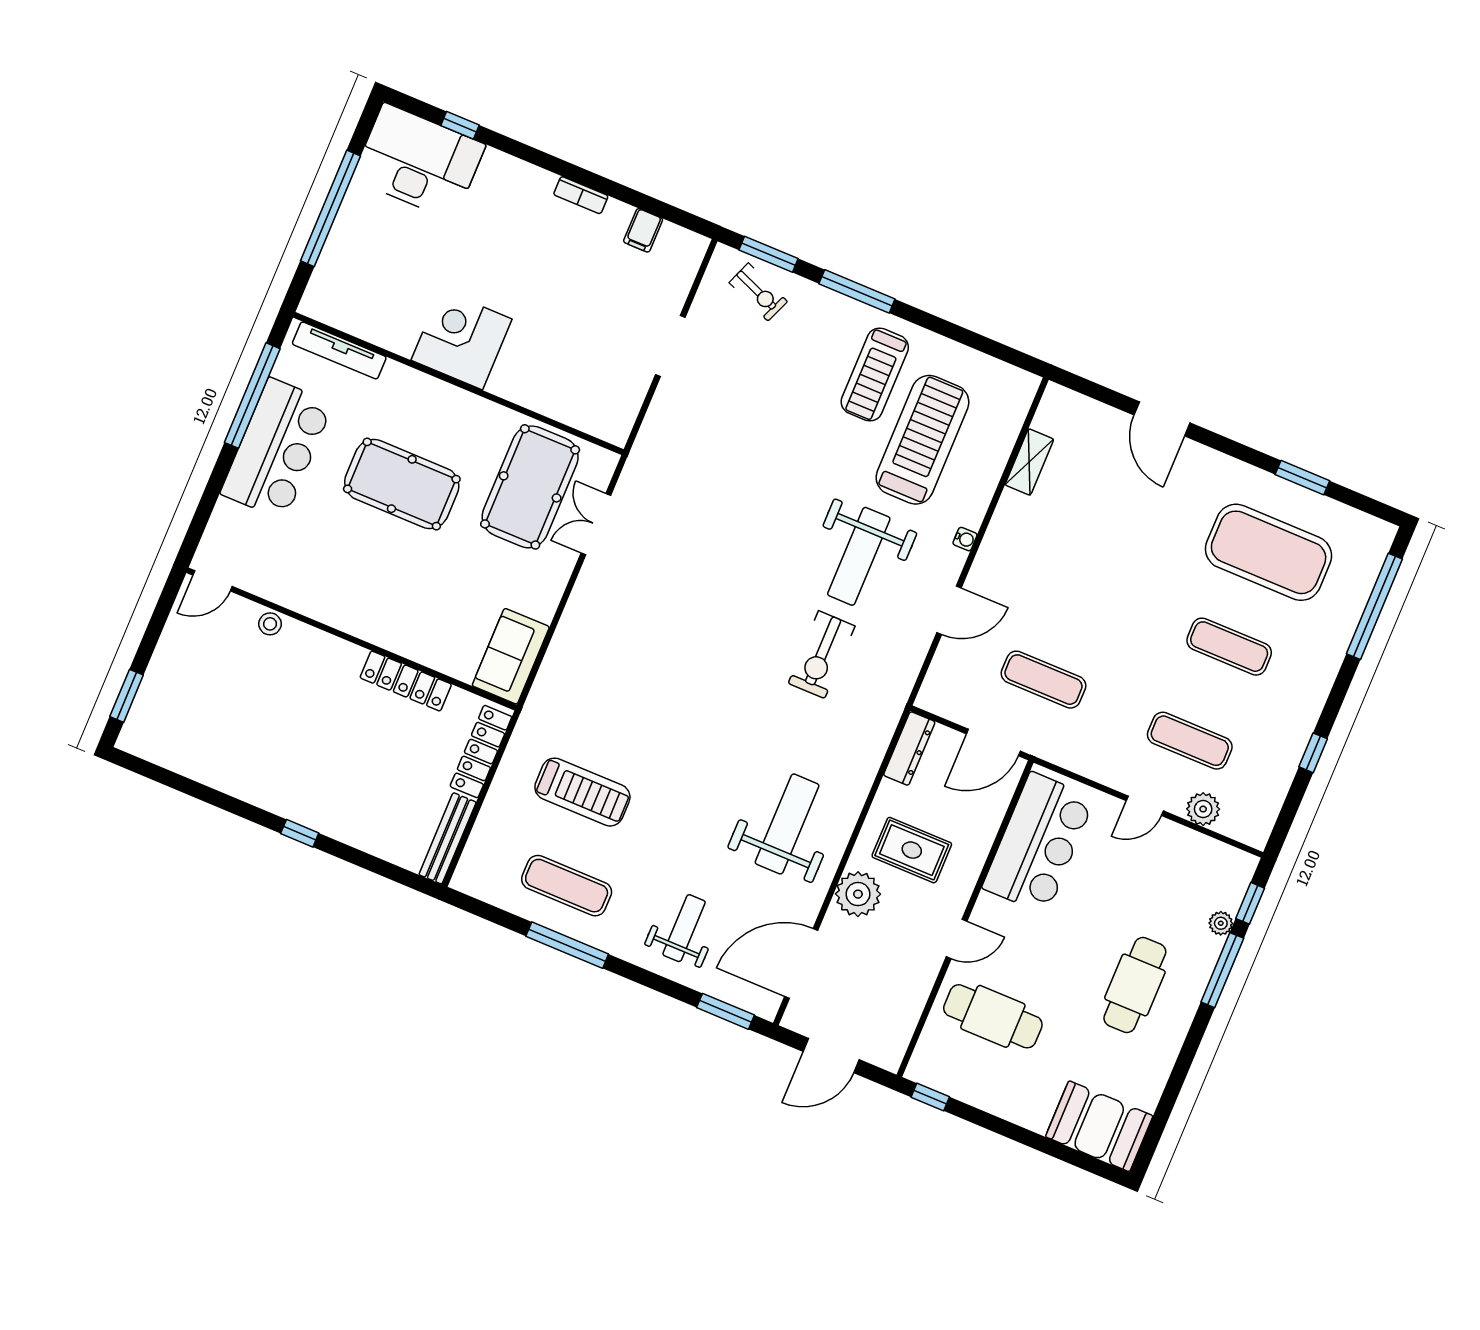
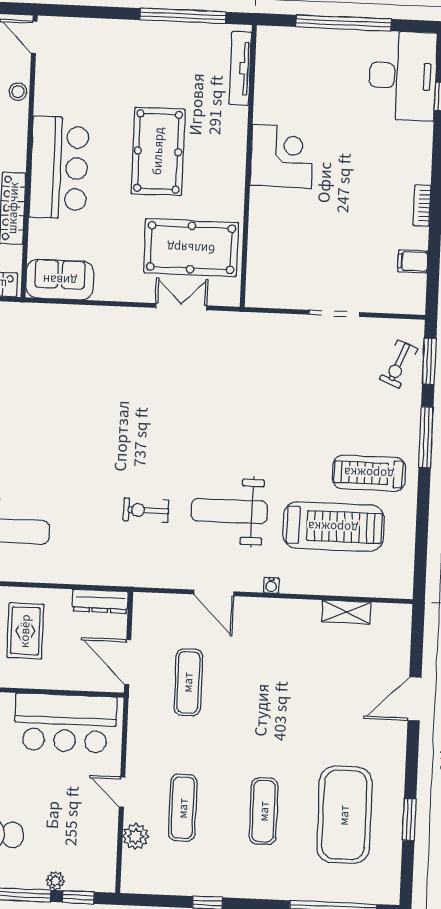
bar counter: (277, 449) -> (59, 168), moved, turned -90
exercise bike: (822, 655) -> (146, 510), width x0.73, depth x0.72

